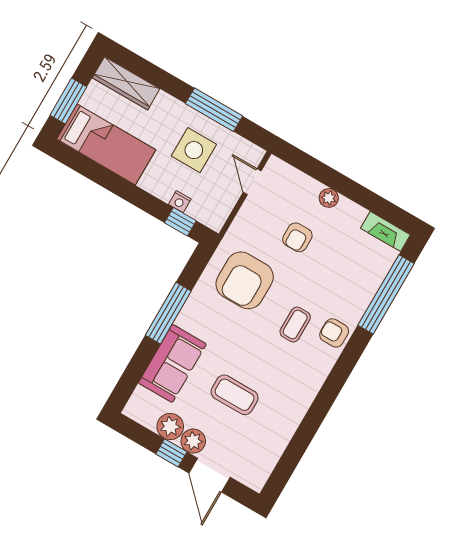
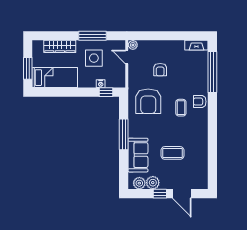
wardrobe: (126, 83) -> (60, 46), moved
plant: (329, 198) -> (133, 45), moved
plant: (193, 441) -> (139, 183), moved

